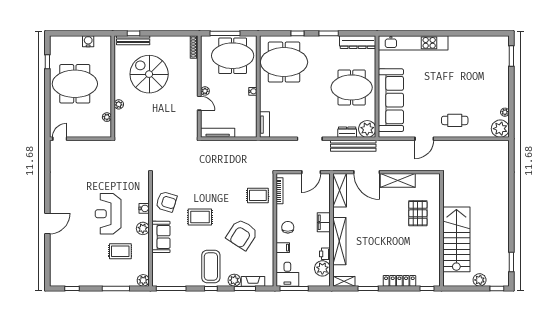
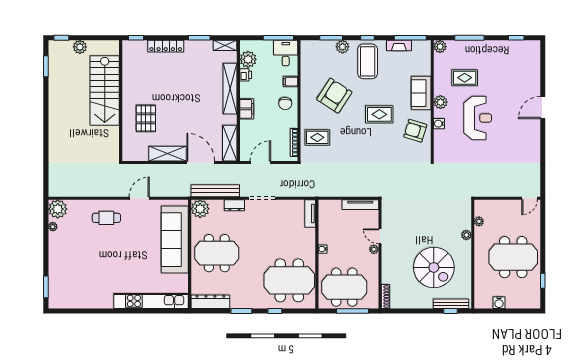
dresser: (347, 132) -> (234, 205), moved
fireplace: (253, 281) -> (399, 46), moved

